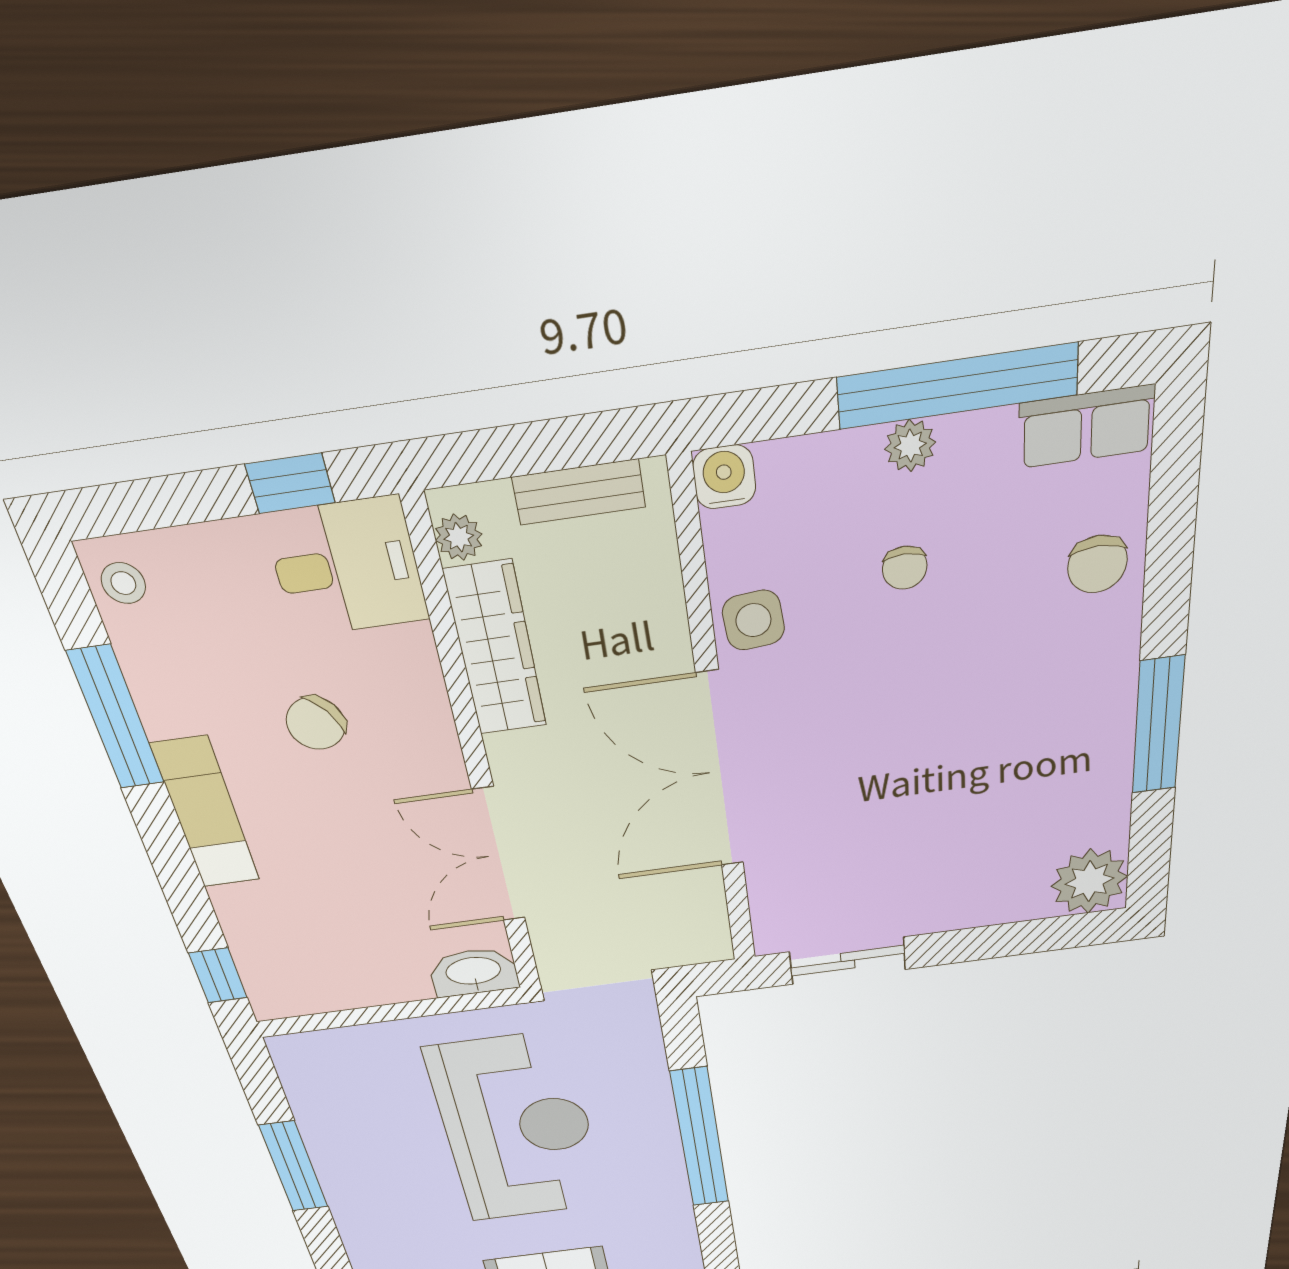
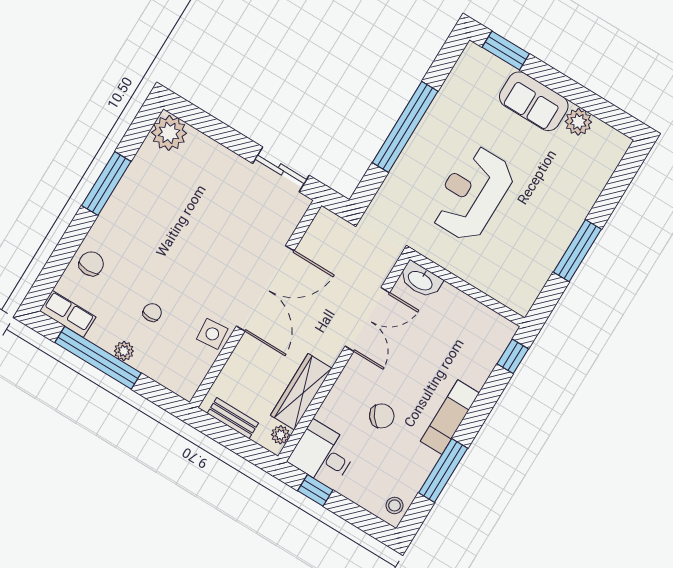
water cooler: (724, 477) -> (186, 387), removed
reception desk: (518, 1129) -> (472, 194), width x0.74, depth x0.77

